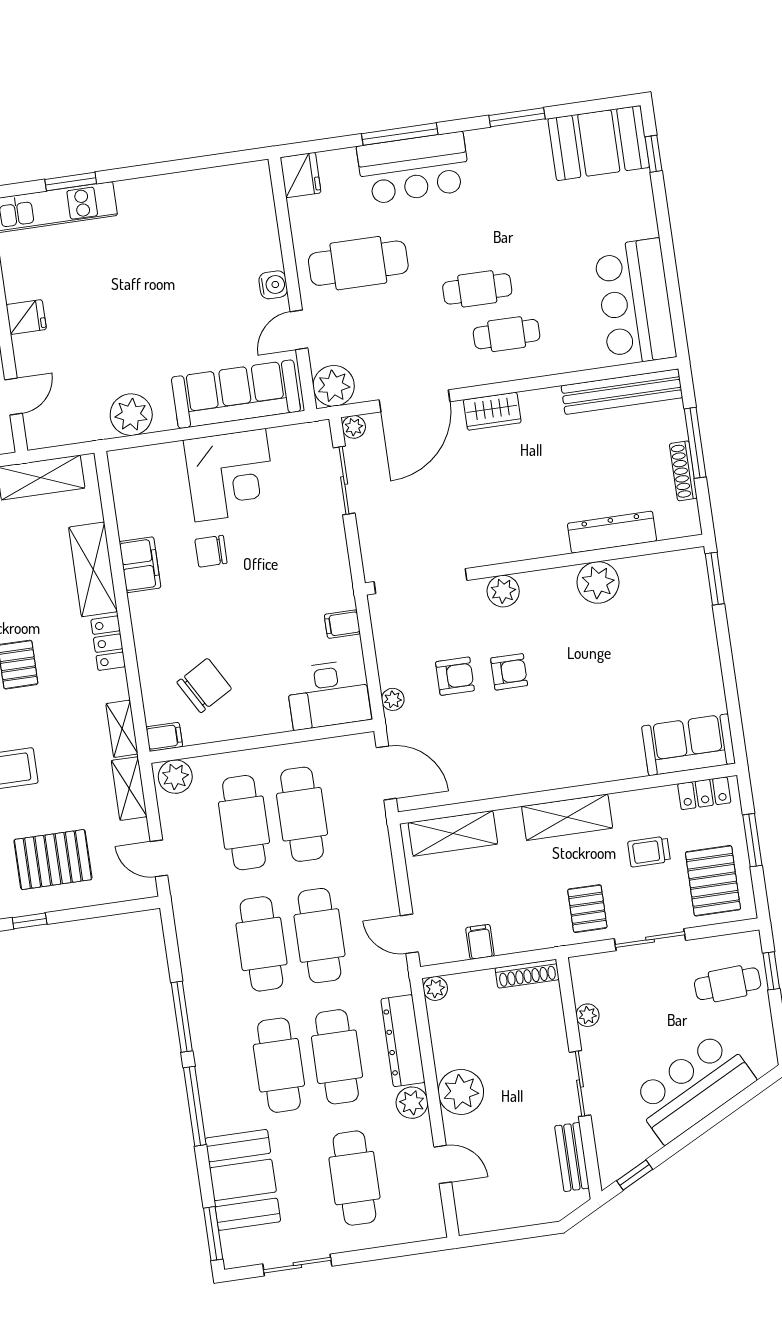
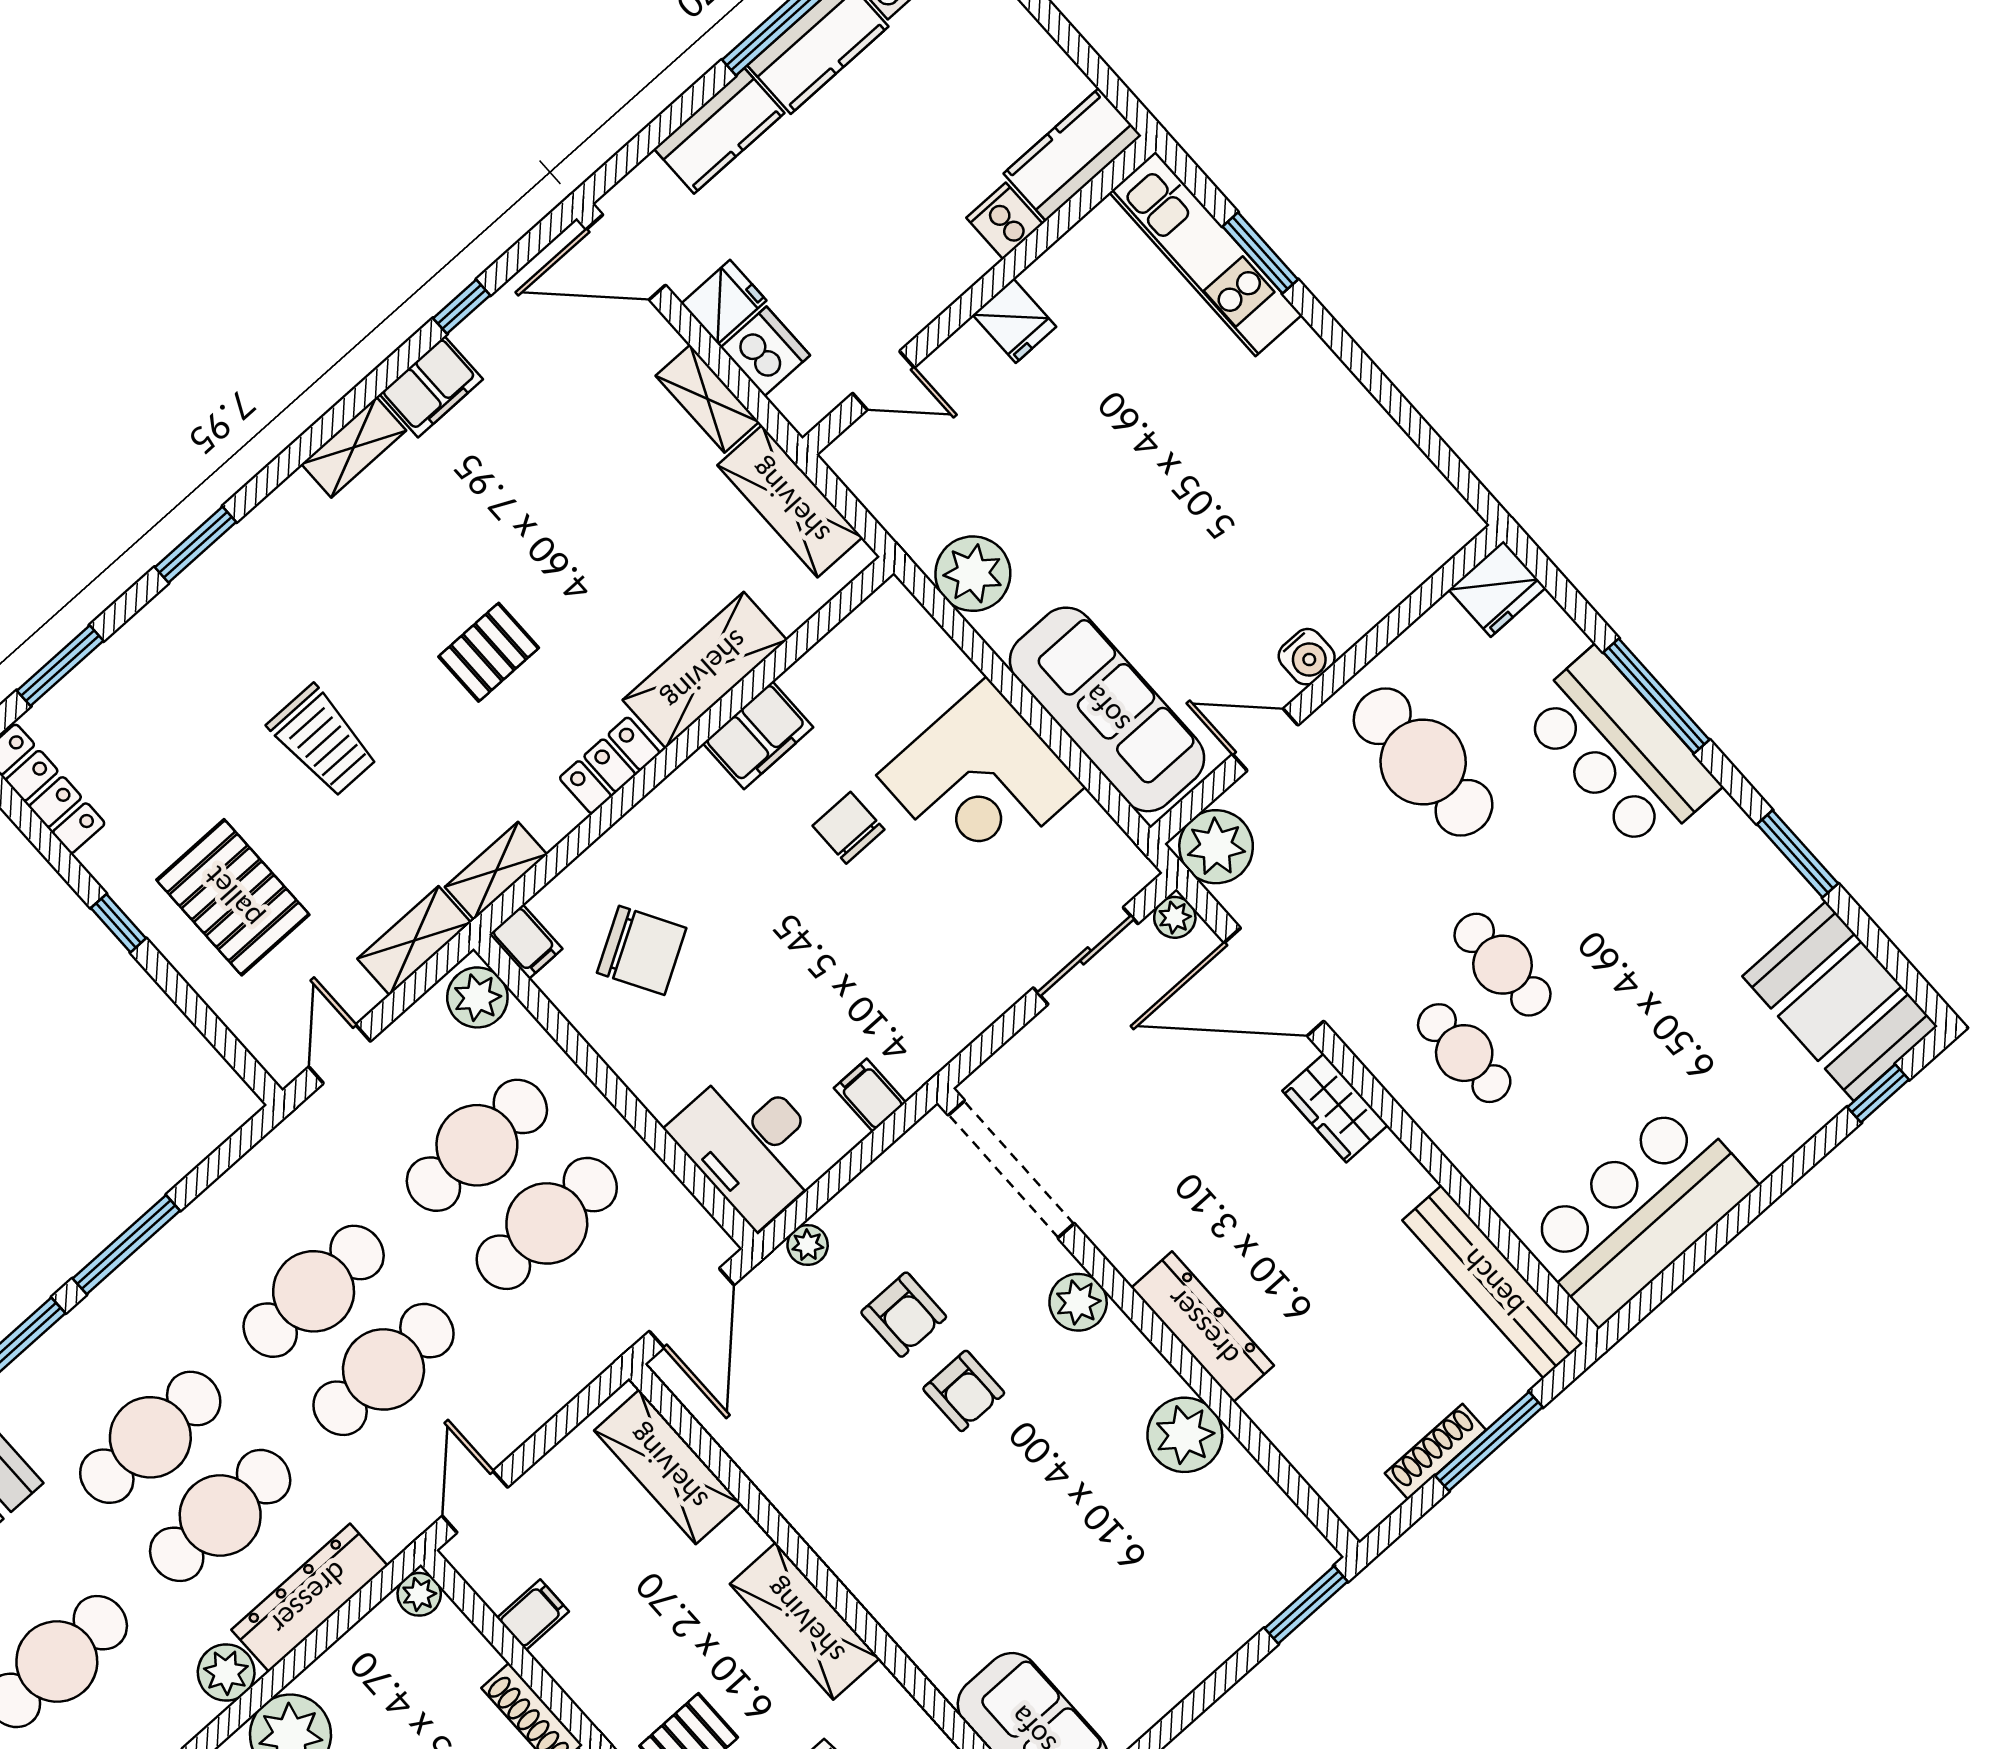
dresser: (612, 532) -> (1203, 1327), moved

